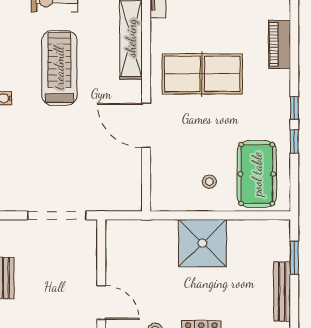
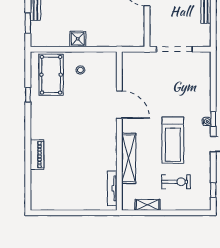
table tennis table: (202, 74) -> (85, 136), removed
window: (294, 108) -> (28, 115), removed
shower: (202, 243) -> (78, 39), width x0.54, depth x0.54

